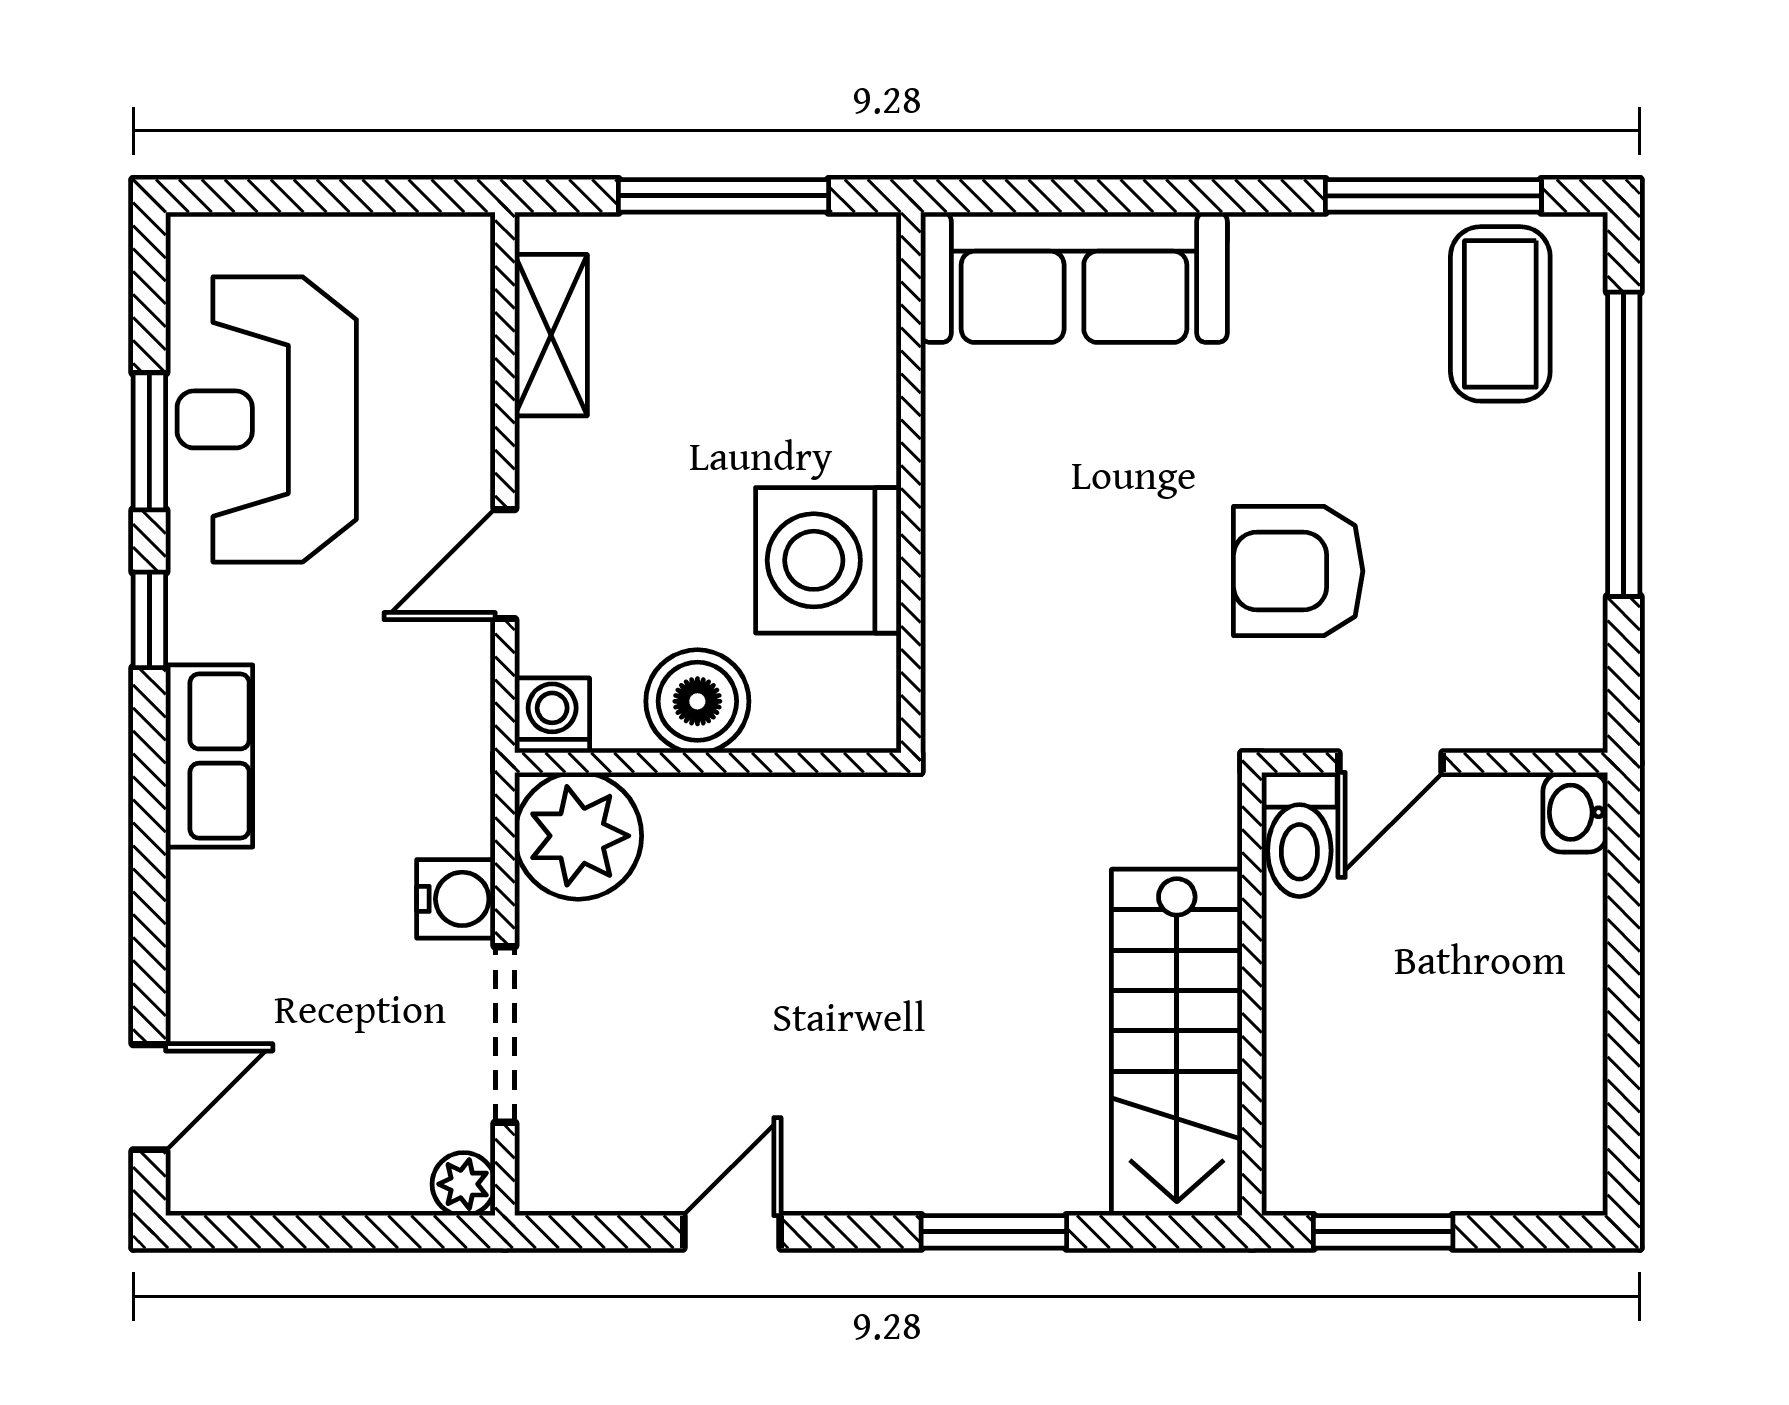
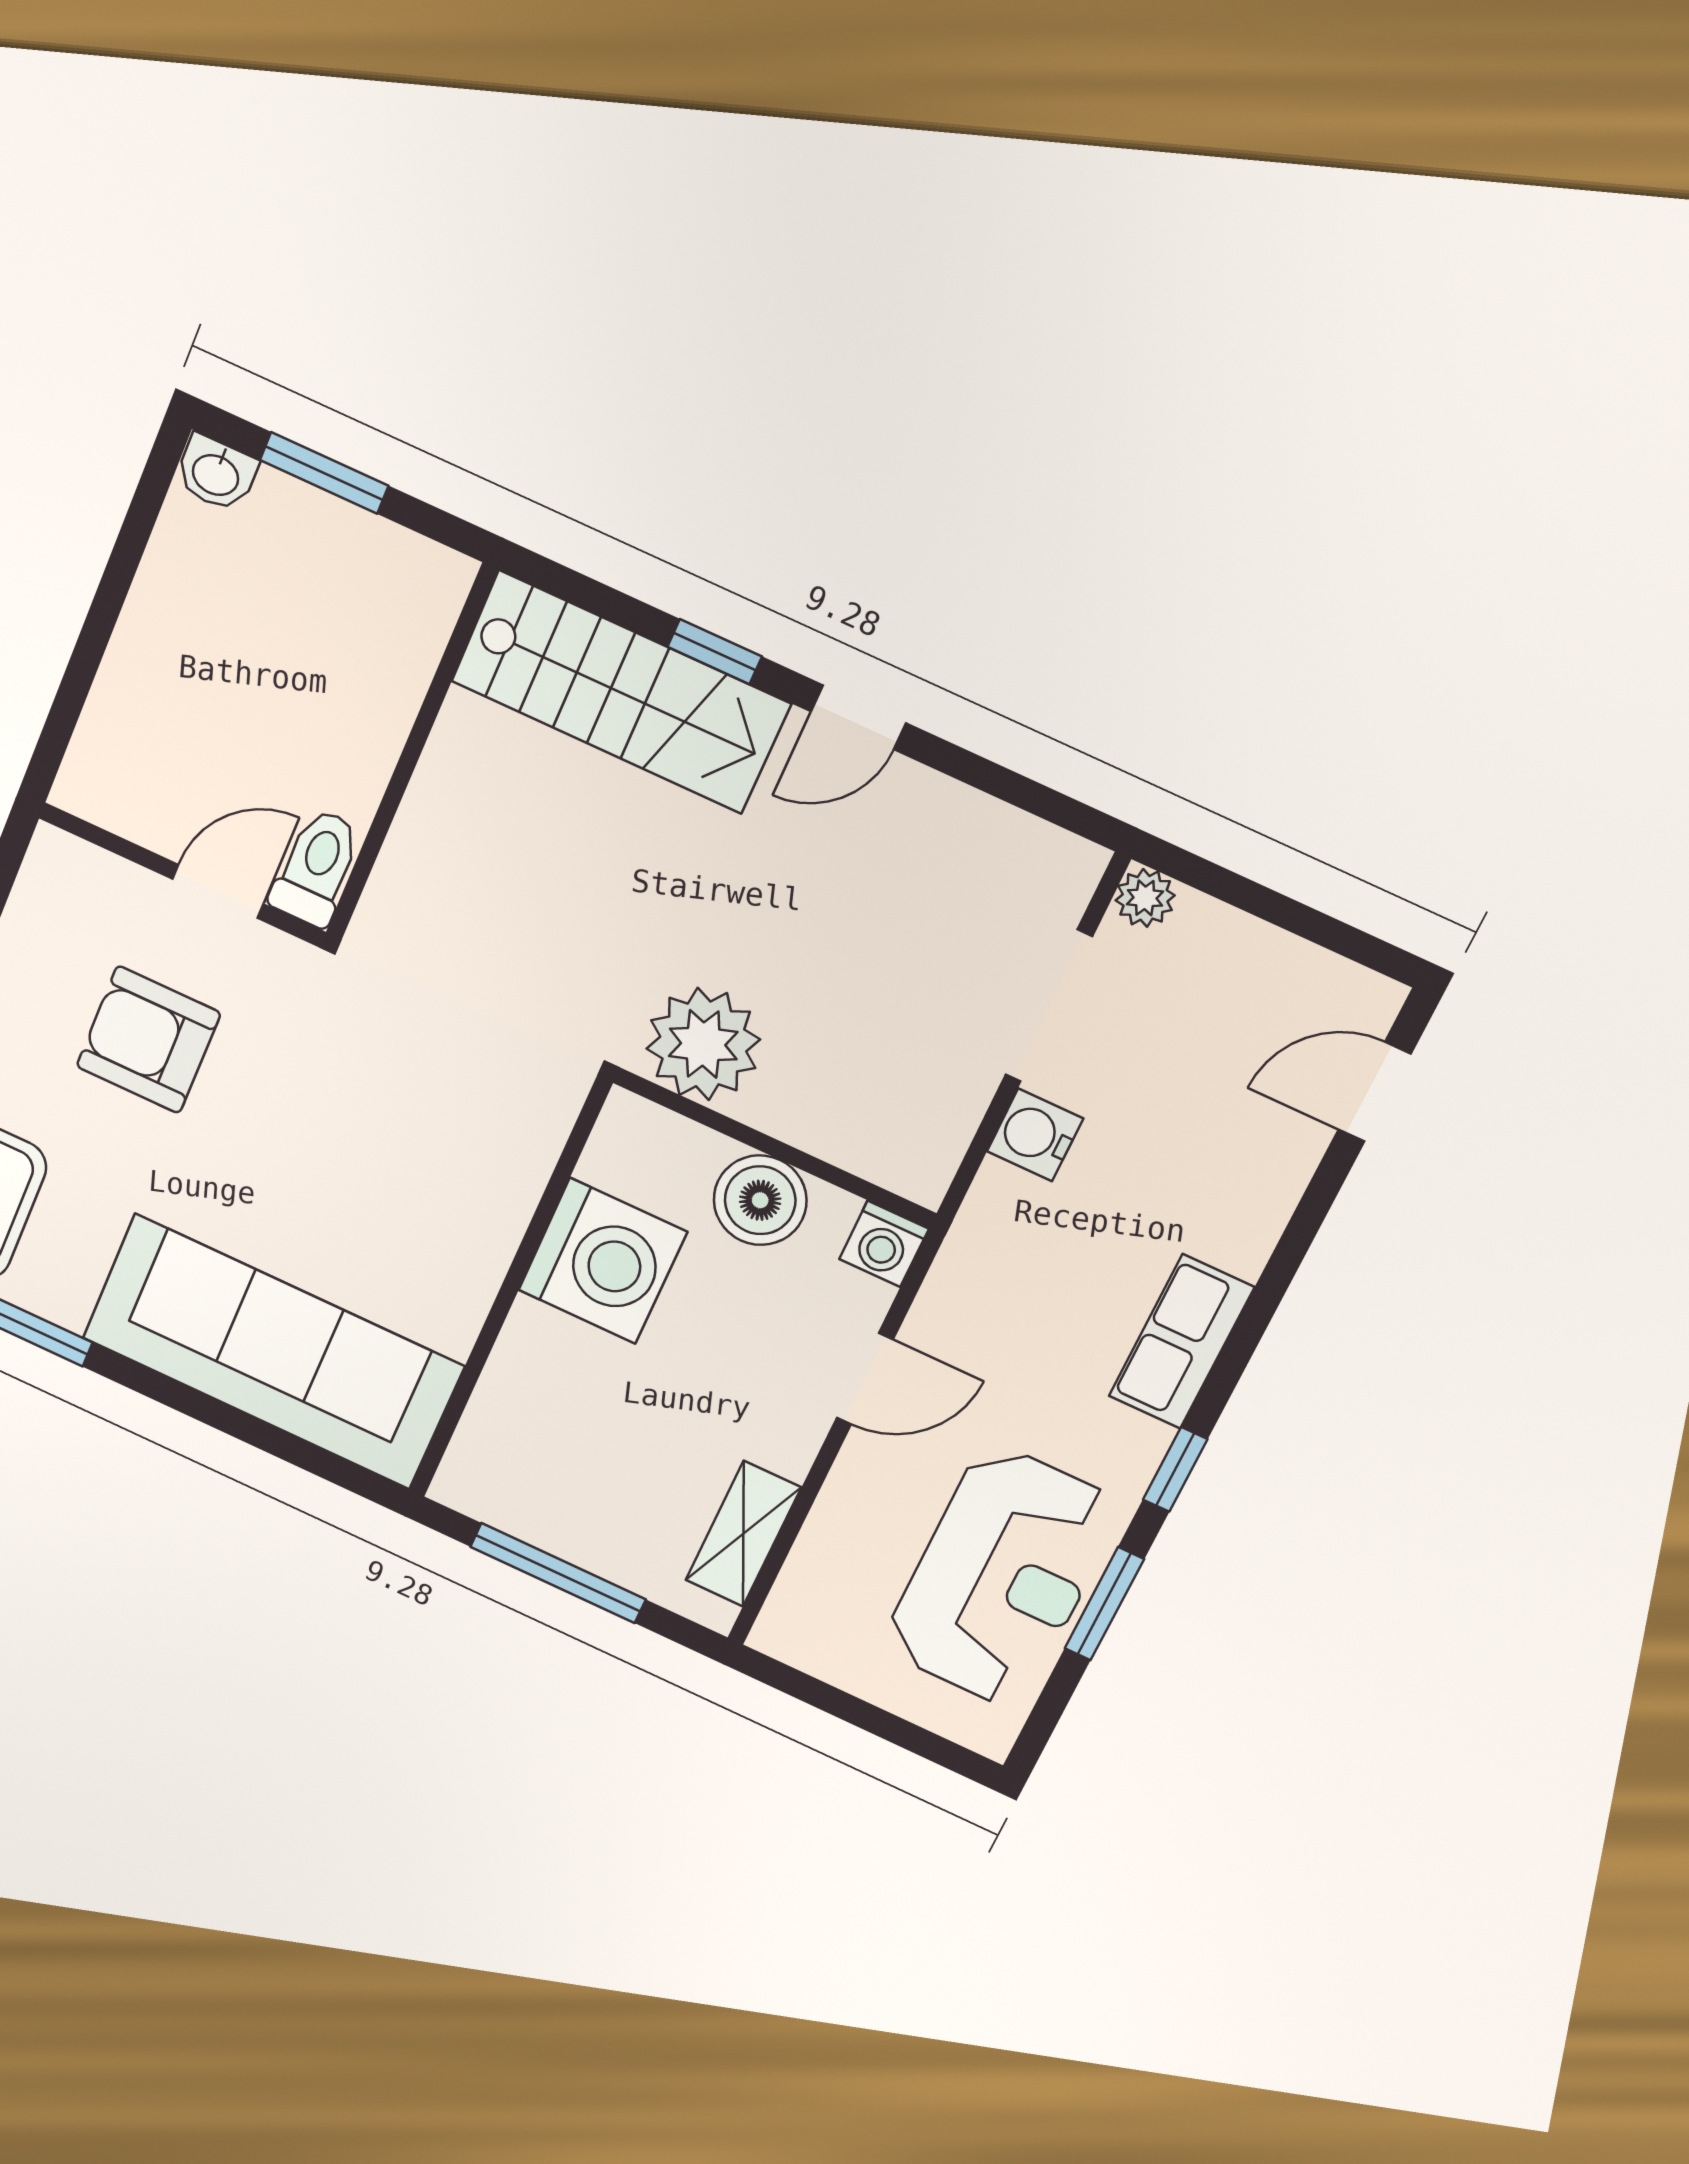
sofa: (1074, 277) -> (273, 1352), width x1.36, depth x1.27
armchair: (1298, 571) -> (148, 1040), moved, turned 180
washbasin: (1575, 812) -> (216, 473), moved, turned 90
plant: (578, 836) -> (703, 1044), moved
stairs: (1177, 1042) -> (620, 692), moved, turned 90
door: (732, 1232) -> (858, 717), moved
window: (994, 1232) -> (715, 652), width x0.67
window: (1383, 1232) -> (324, 473), moved

